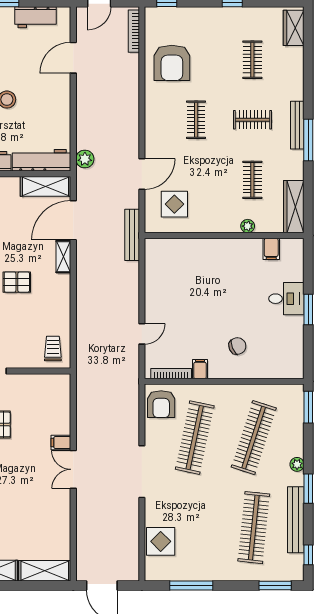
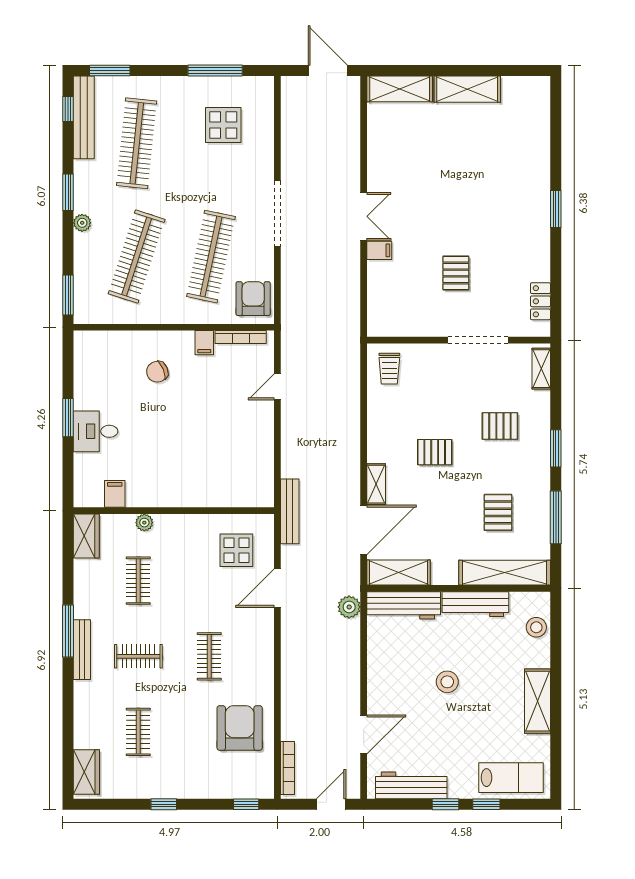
workbench: (35, 17) -> (411, 785), width x1.38
wardrobe: (294, 207) -> (86, 536), width x0.67
bench: (296, 520) -> (84, 117), moved
display table: (161, 541) -> (223, 125), moved

